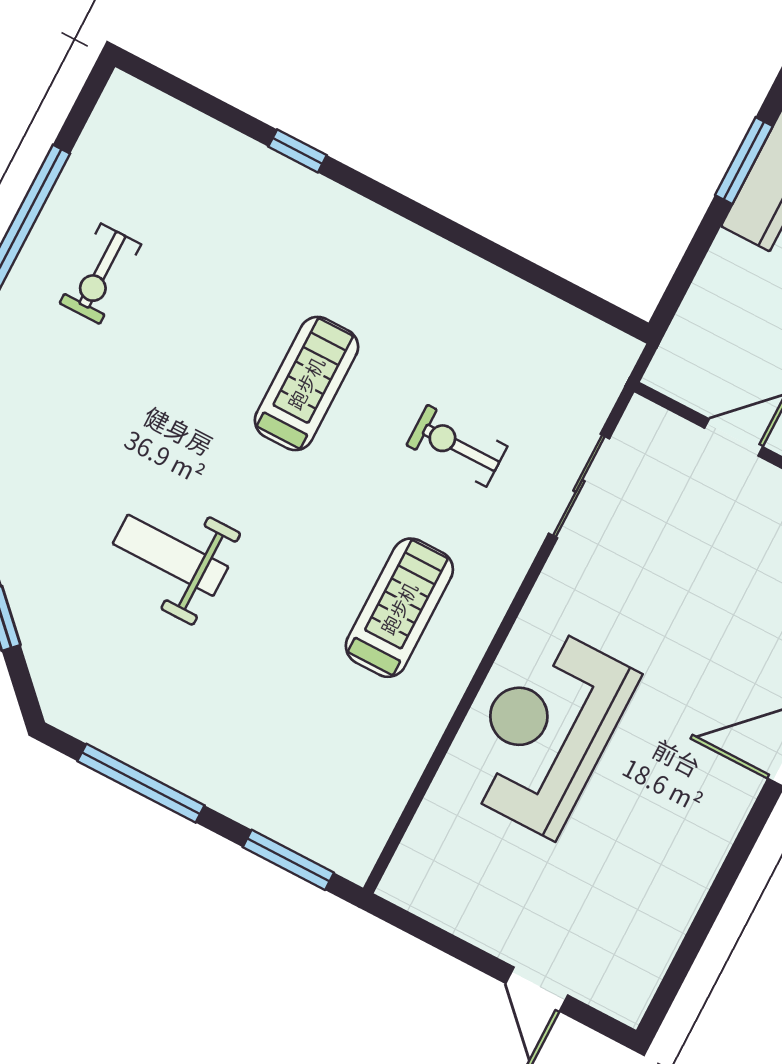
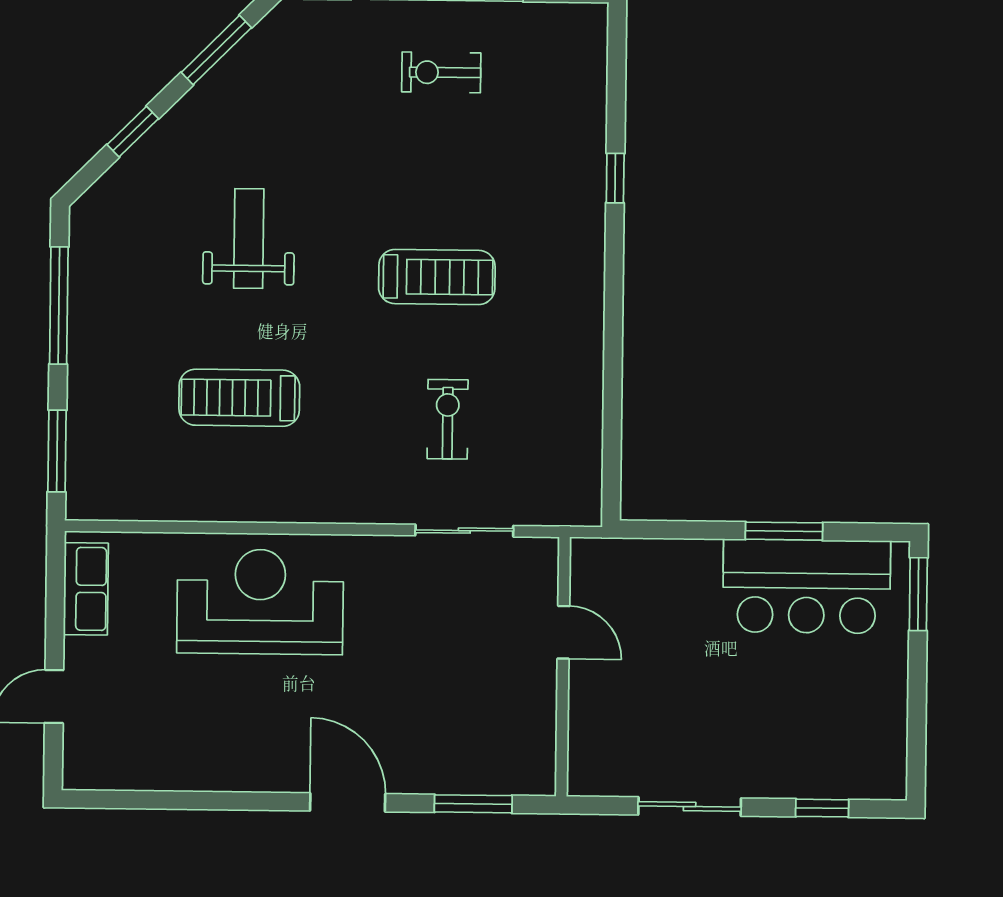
treadmill: (399, 608) -> (239, 398), moved, turned 180
row of seats: (444, 901) -> (86, 589), added

